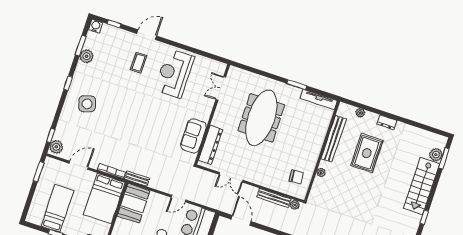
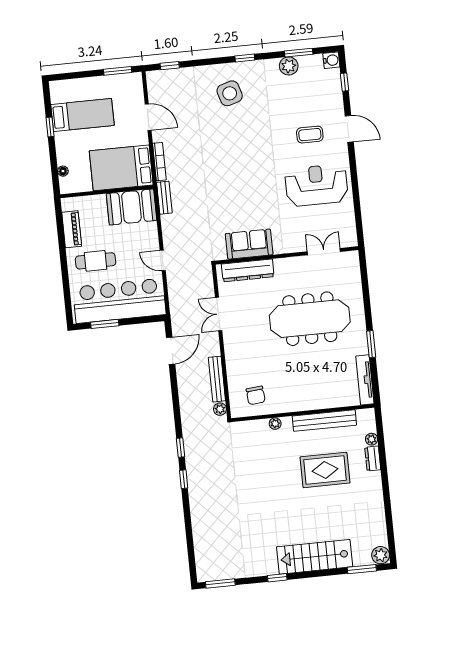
dresser: (387, 122) -> (373, 459), moved
plant: (56, 147) -> (159, 79), removed
plant: (436, 155) -> (381, 555), moved

